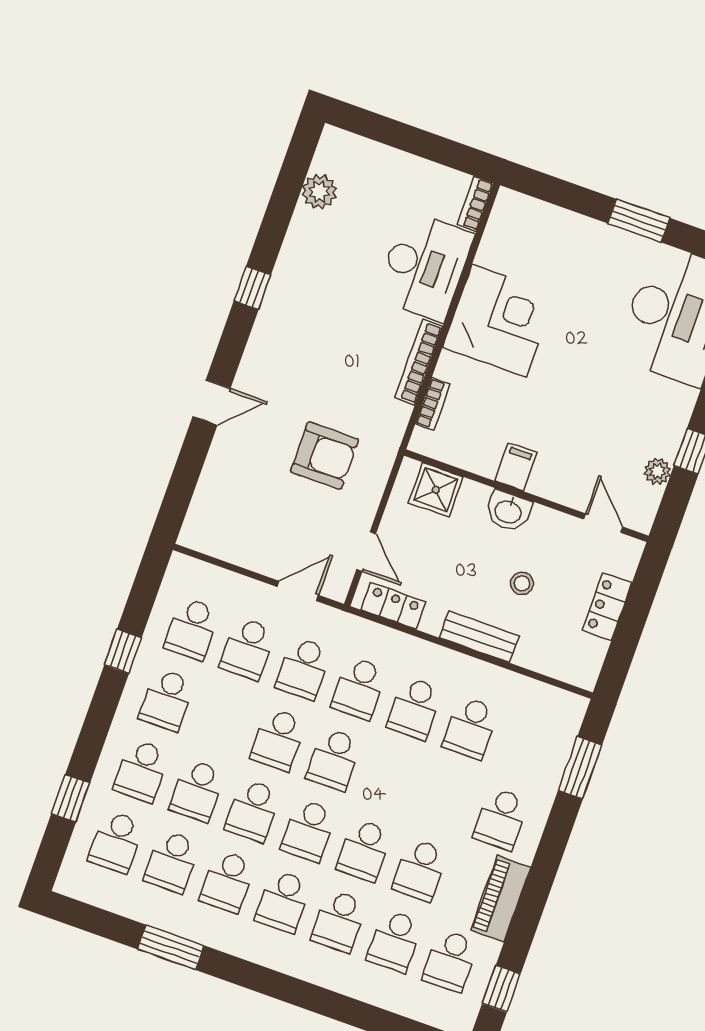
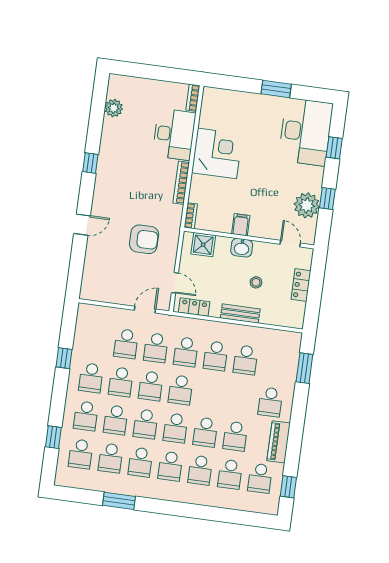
bookcase: (433, 404) -> (191, 216), moved
plant: (657, 471) -> (307, 205), width x1.87, depth x1.87
school desk: (192, 629) -> (121, 382), moved

